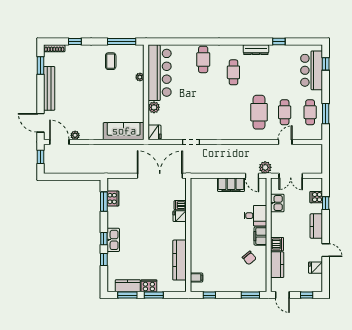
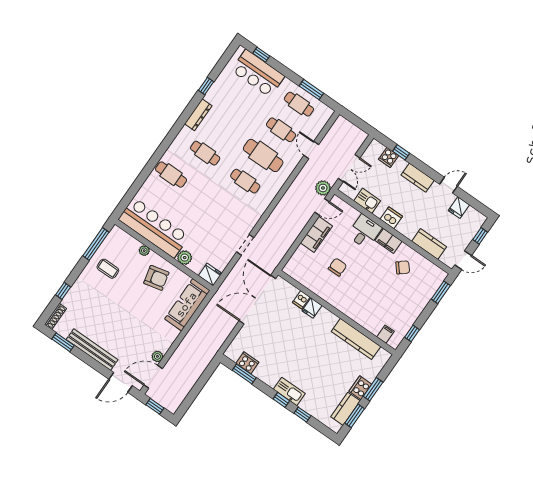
armchair: (127, 98) -> (156, 278), added
cafe table: (233, 112) -> (245, 181), added
chair: (219, 214) -> (337, 267), added
dishwasher: (277, 244) -> (391, 218), moved

